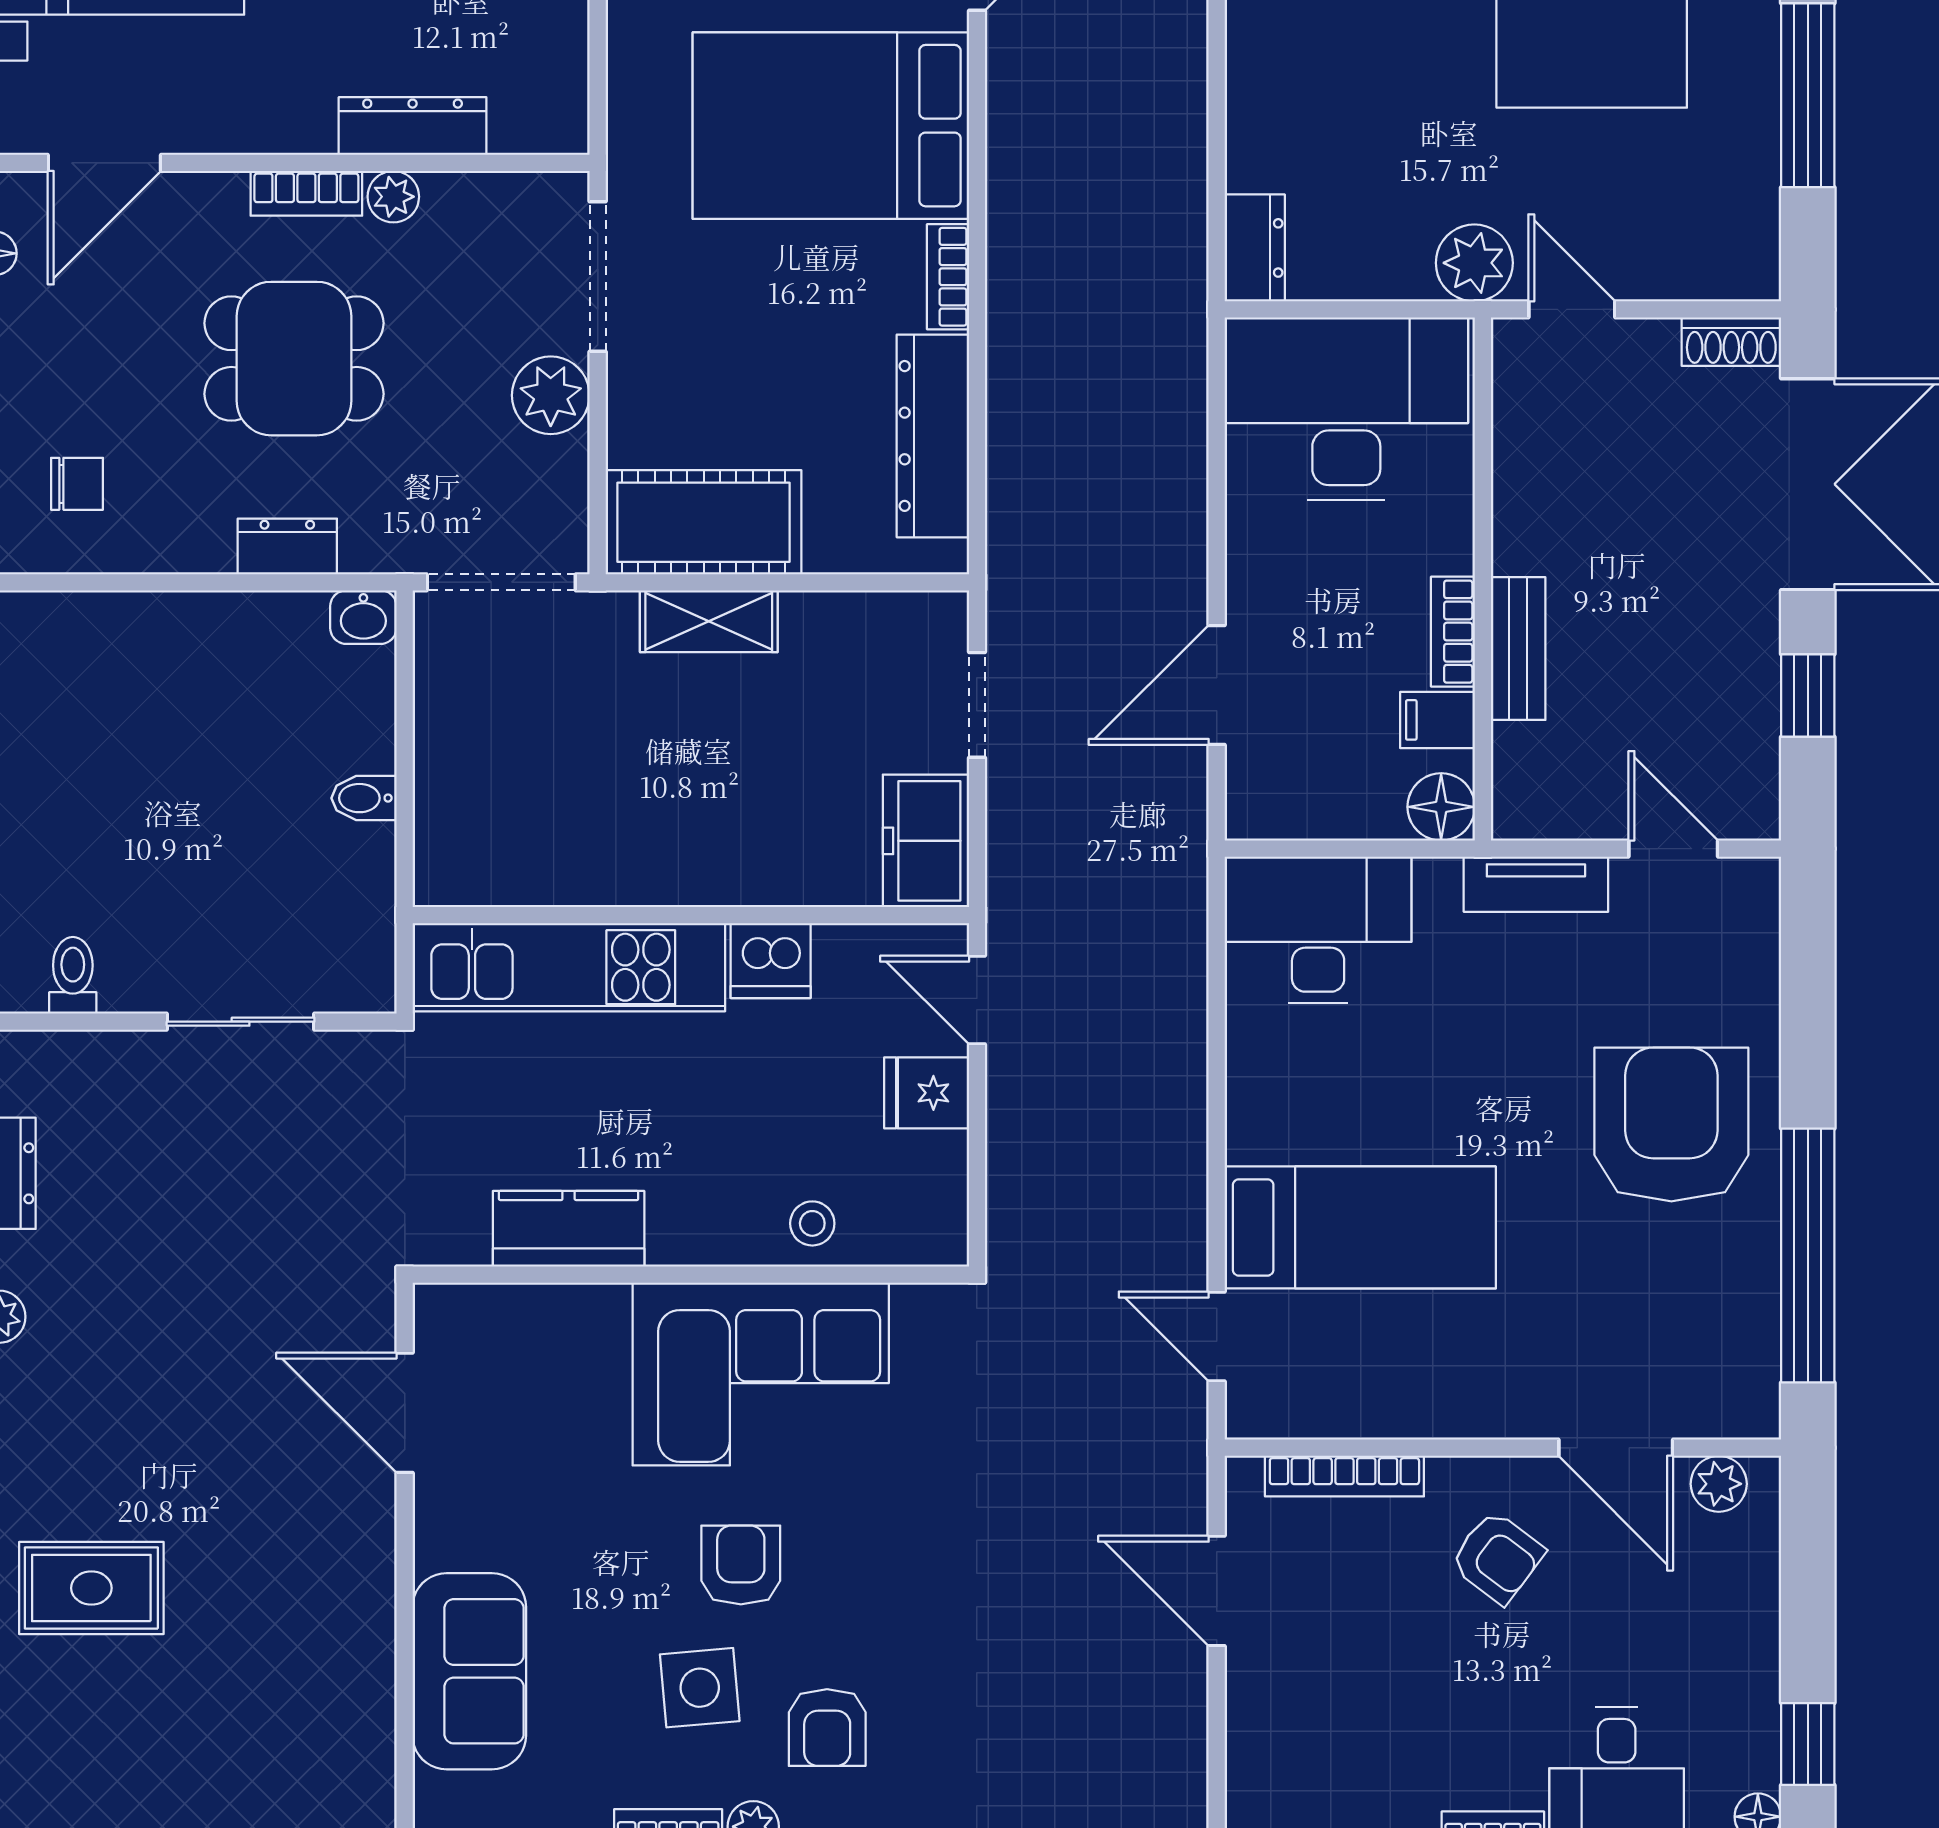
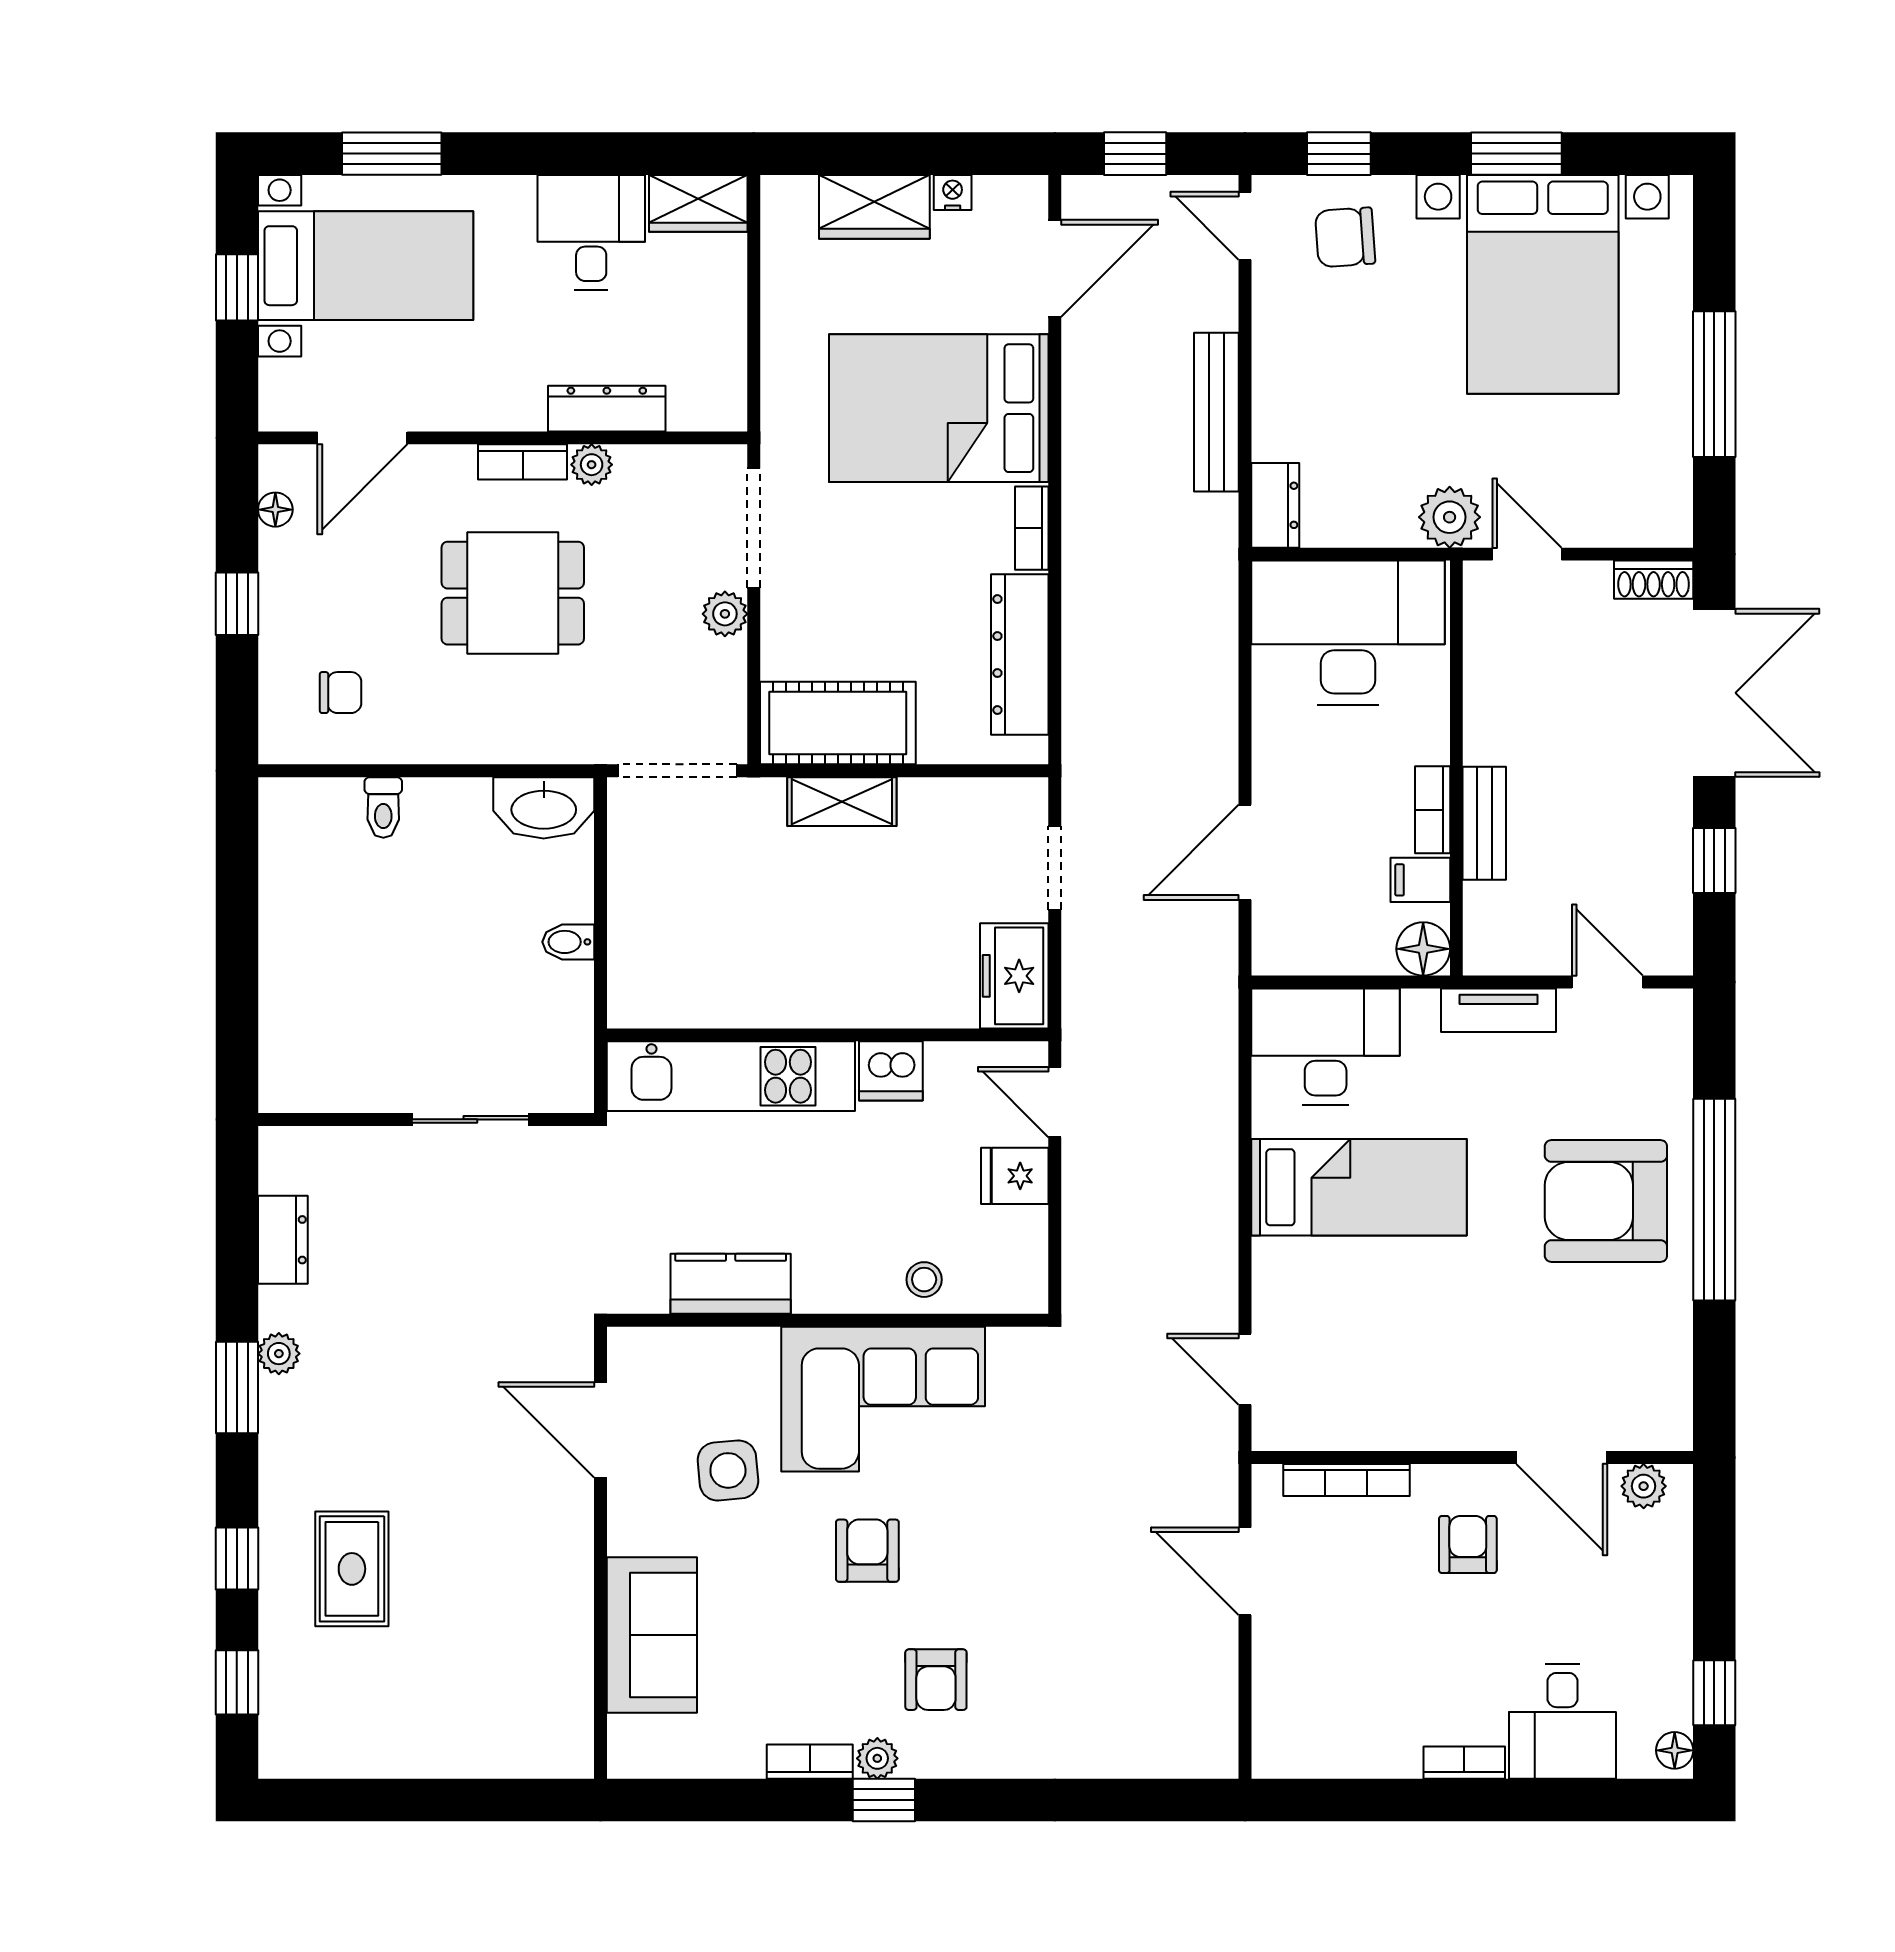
bench: (1181, 130) -> (1216, 412), added
plant: (551, 395) -> (725, 614), width x0.73, depth x0.73
dresser: (287, 546) -> (507, 742), removed
washbasin: (363, 617) -> (544, 808), width x1.91, depth x1.45
toilet: (73, 975) -> (383, 807), moved, turned 180
armchair: (1671, 1124) -> (1606, 1201), turned -90
bed: (1360, 1227) -> (1359, 1187), moved
window: (1808, 1256) -> (1714, 1200), moved
armchair: (1497, 1557) -> (1468, 1545), turned -127
rug: (91, 1588) -> (352, 1569), turned 90
side table: (700, 1688) -> (728, 1470), moved

